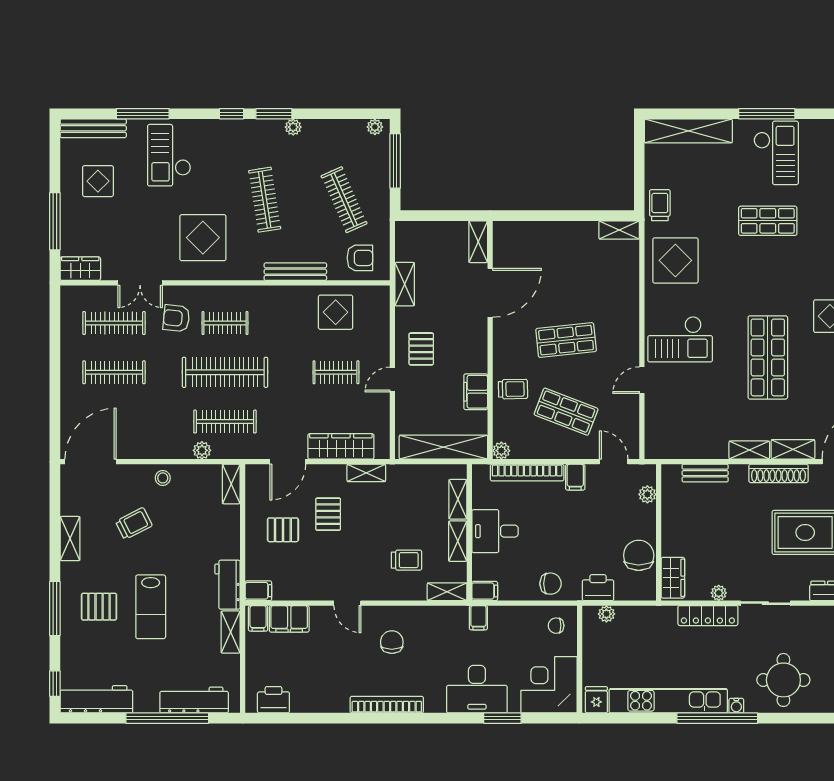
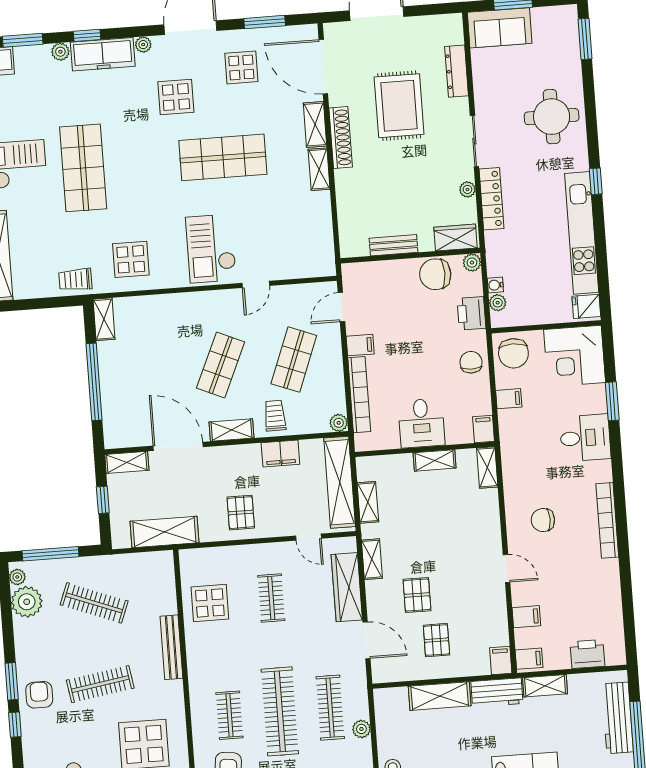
plant: (293, 127) -> (27, 602), moved, width x1.88, depth x1.88
clothes rail: (344, 200) -> (94, 603), turned 45
window: (444, 216) -> (103, 500), added
window: (559, 216) -> (94, 382), added
shop shelf: (768, 221) -> (83, 168), width x1.43, depth x1.36
armchair: (360, 258) -> (39, 695), moved
display table: (675, 260) -> (131, 259), width x0.73, depth x0.73
shelving: (405, 284) -> (164, 532), width x1.50, depth x1.33
checkout: (680, 339) -> (211, 248), turned 180
shop shelf: (566, 340) -> (221, 365), turned 30
shelving: (502, 346) -> (232, 430), added
pallet: (421, 349) -> (241, 513), turned 90
door: (392, 380) -> (308, 537), moved
door: (642, 380) -> (256, 284), hinge flipped
bench: (705, 473) -> (394, 245), moved, turned 90
shelving: (231, 484) -> (440, 696), moved, width x1.50, depth x1.33
plant: (647, 494) -> (472, 263), moved
shelving: (458, 499) -> (368, 502), moved, turned 90
pallet: (328, 514) -> (417, 595), turned 90
trolley: (407, 560) -> (458, 511), removed
door: (347, 603) -> (507, 568), hinge flipped
filing cabinet: (478, 618) -> (509, 399), moved
filing cabinet: (289, 619) -> (526, 617), width x0.50
chair: (556, 626) -> (513, 353), width x1.87, depth x1.87
desk: (477, 689) -> (585, 438), width x0.73
printer: (273, 700) -> (587, 654), moved, turned 90
water cooler: (736, 706) -> (495, 285), moved, turned 180
window: (717, 718) -> (596, 181), width x0.32

